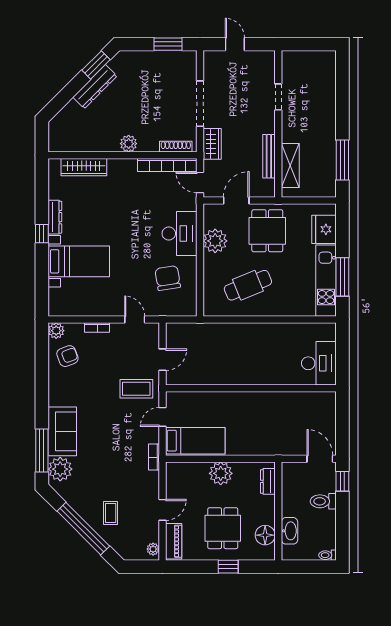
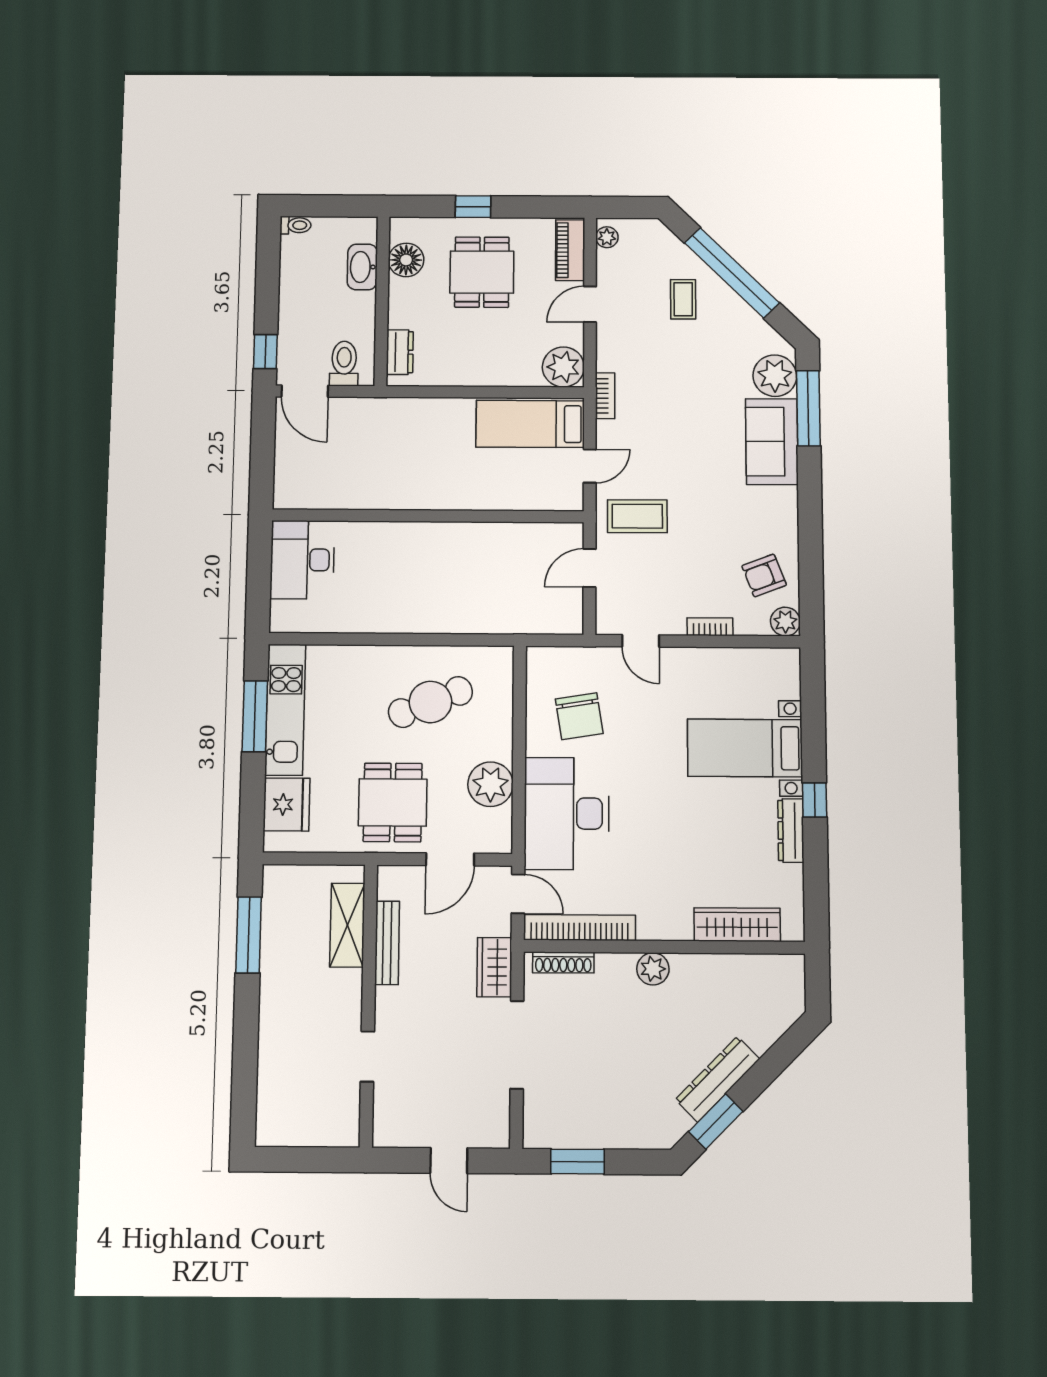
desk: (179, 234) -> (567, 813), width x1.36, depth x1.30
plant: (221, 473) -> (563, 367), moved
toilet: (323, 501) -> (344, 363), moved, turned -90

